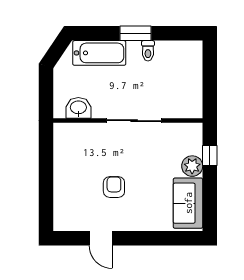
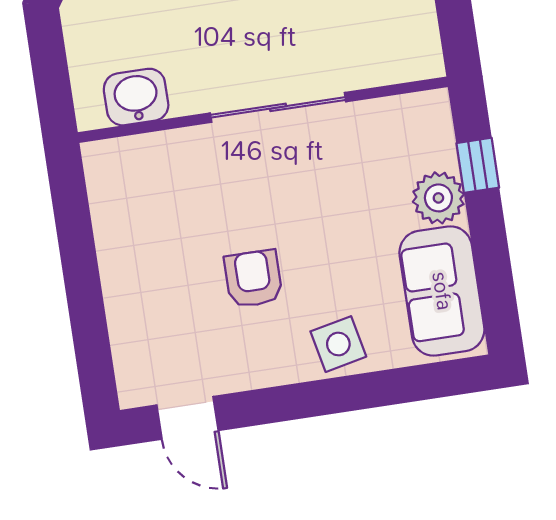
side table: (144, 218) -> (338, 344), added
door: (101, 238) -> (187, 418), moved

